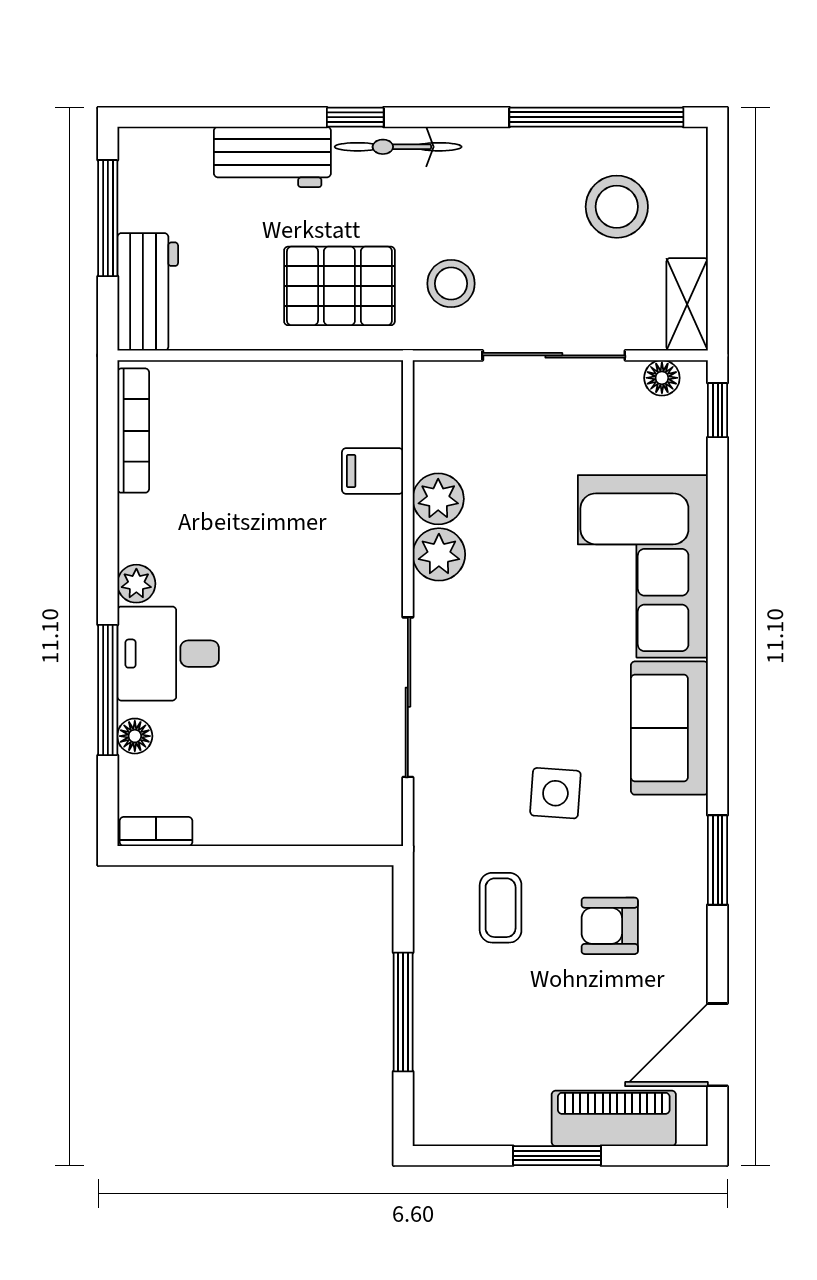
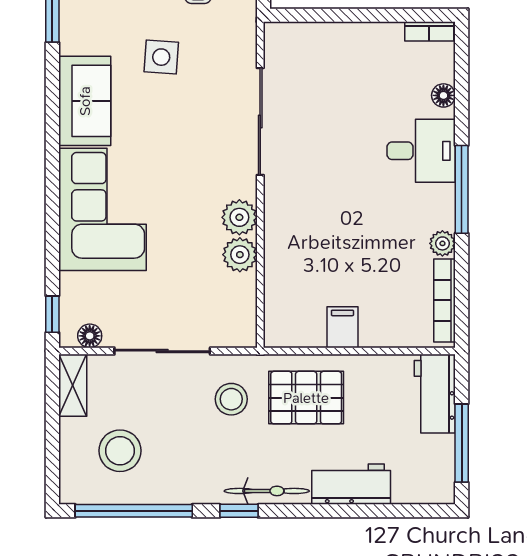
window: (355, 117) -> (239, 511), moved
filing cabinet: (373, 471) -> (342, 327), moved, turned -90
plant: (136, 584) -> (442, 243), moved
window: (108, 690) -> (462, 189), moved

